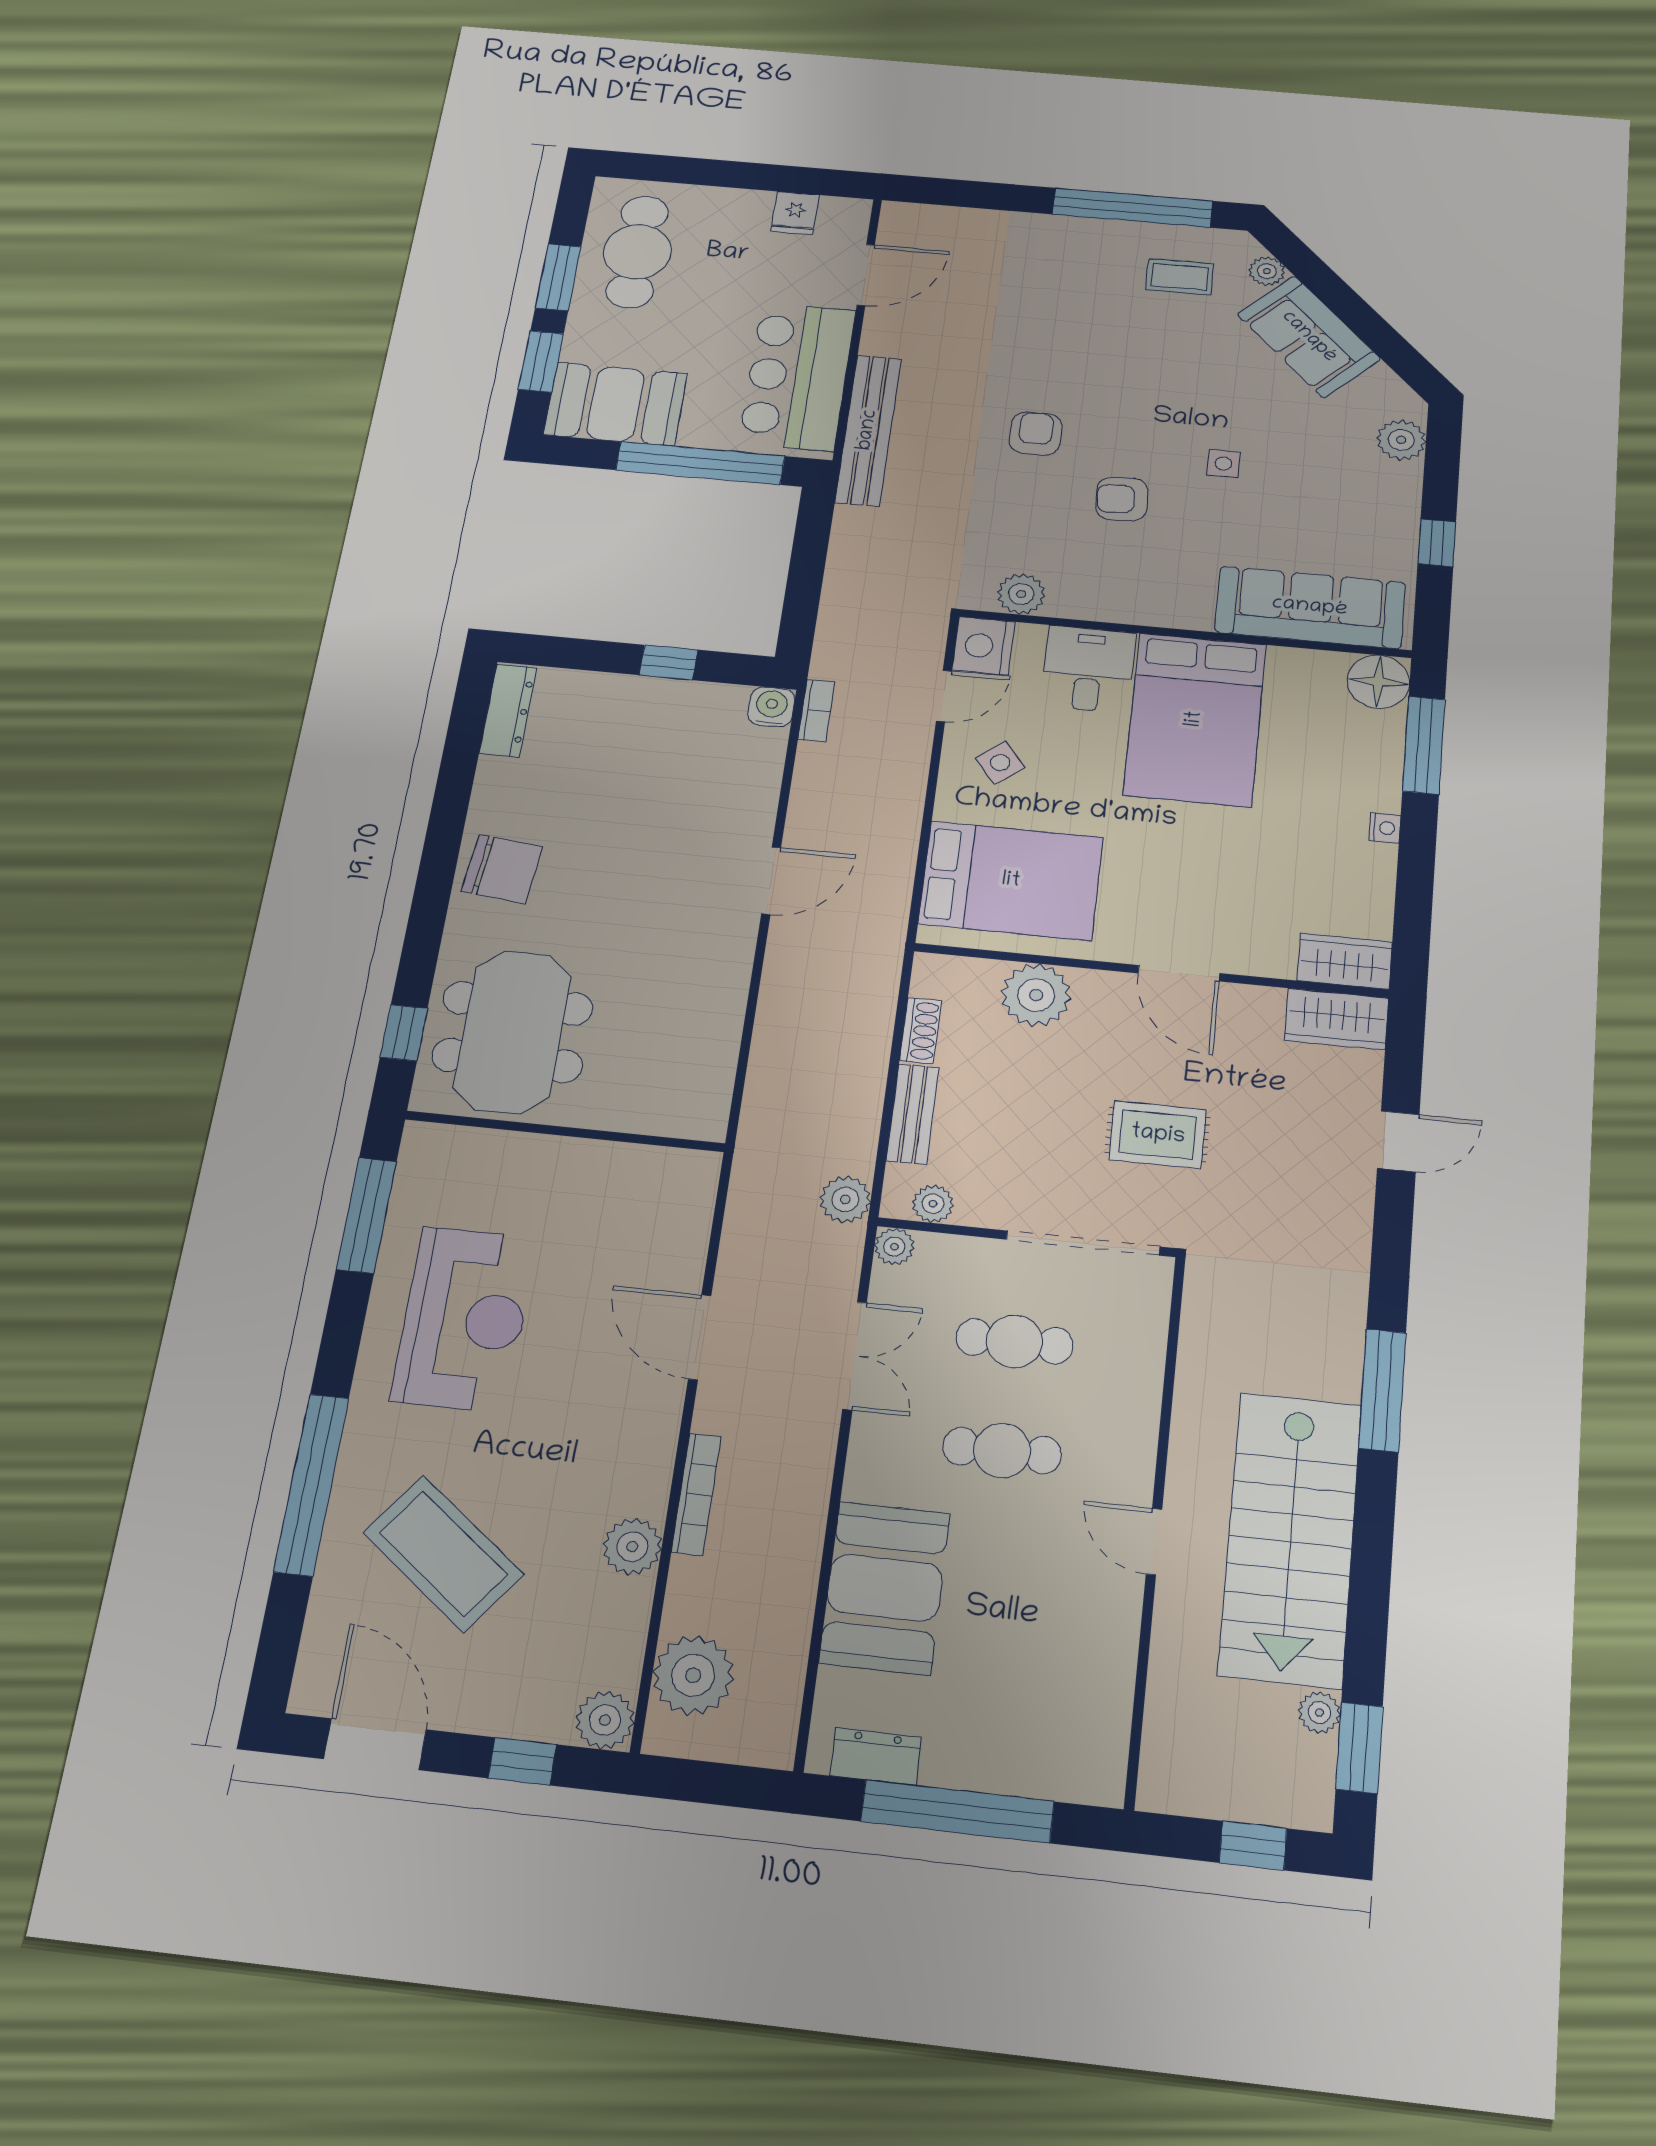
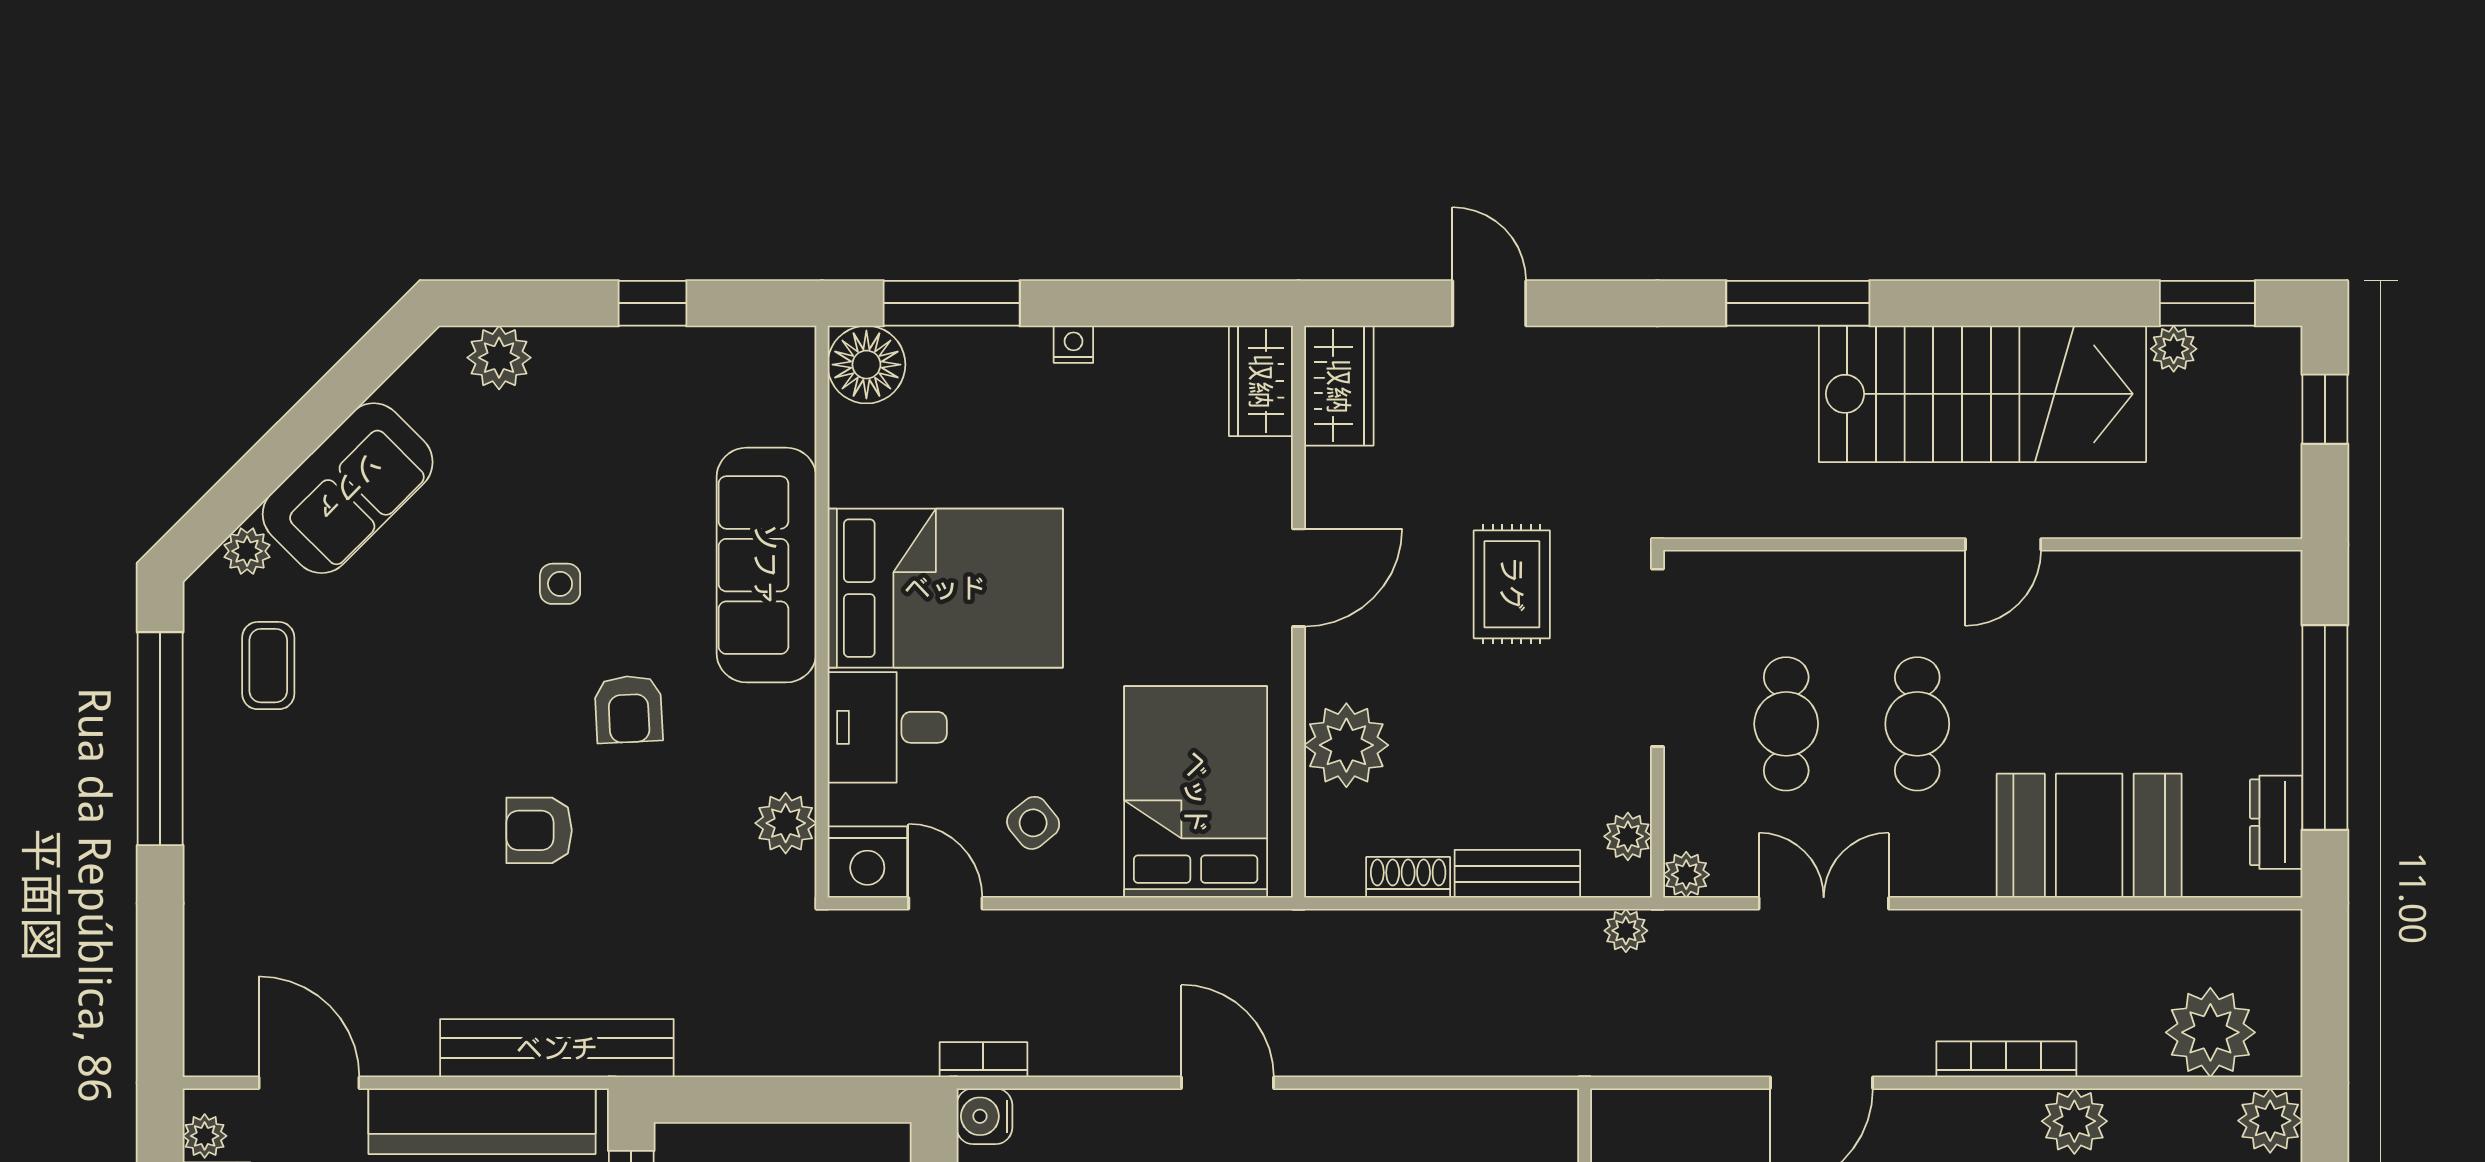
plant: (837, 209) -> (205, 1136), added
sofa: (1310, 607) -> (766, 565), moved
plant: (845, 1199) -> (1626, 931), width x0.73, depth x0.73

